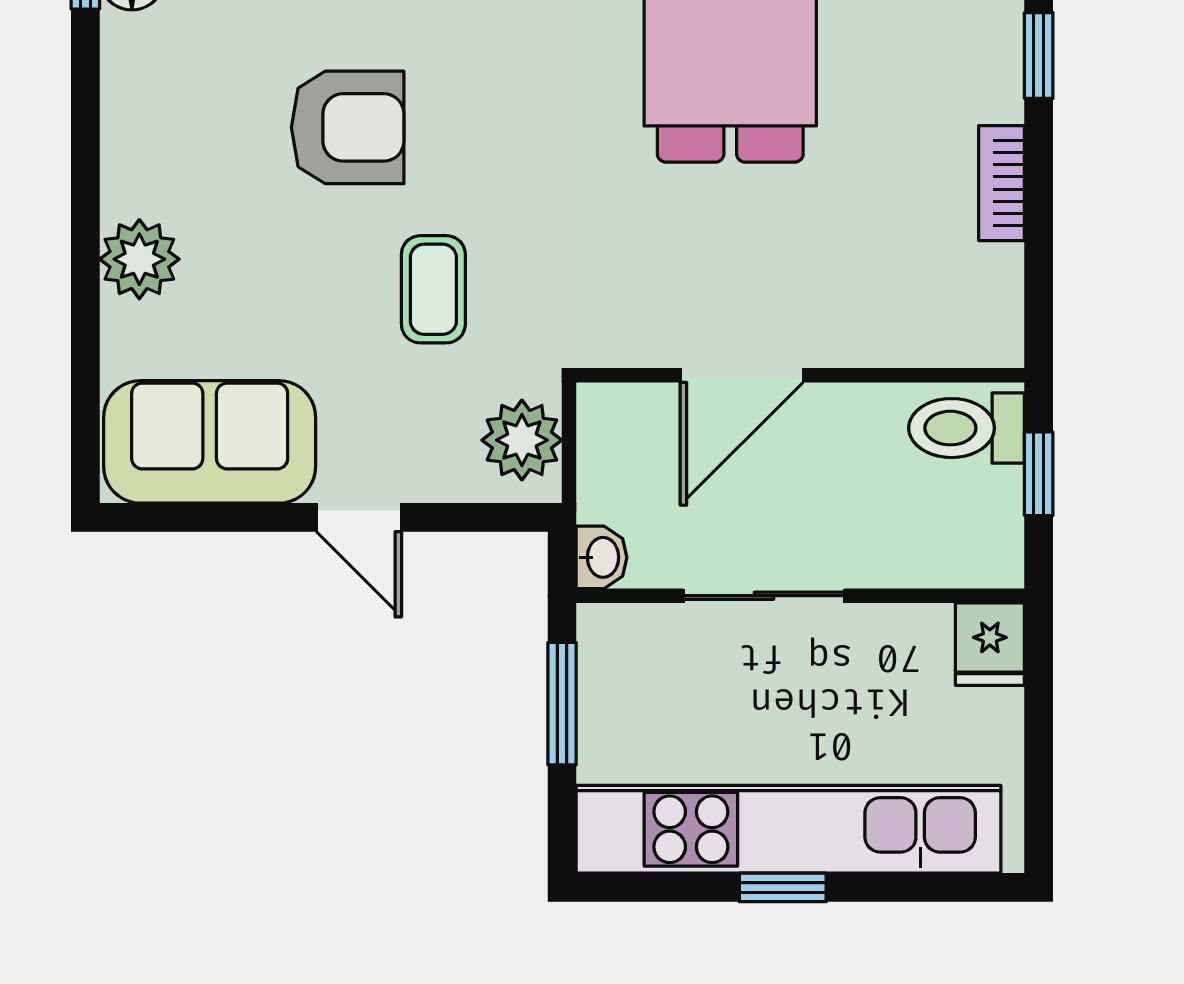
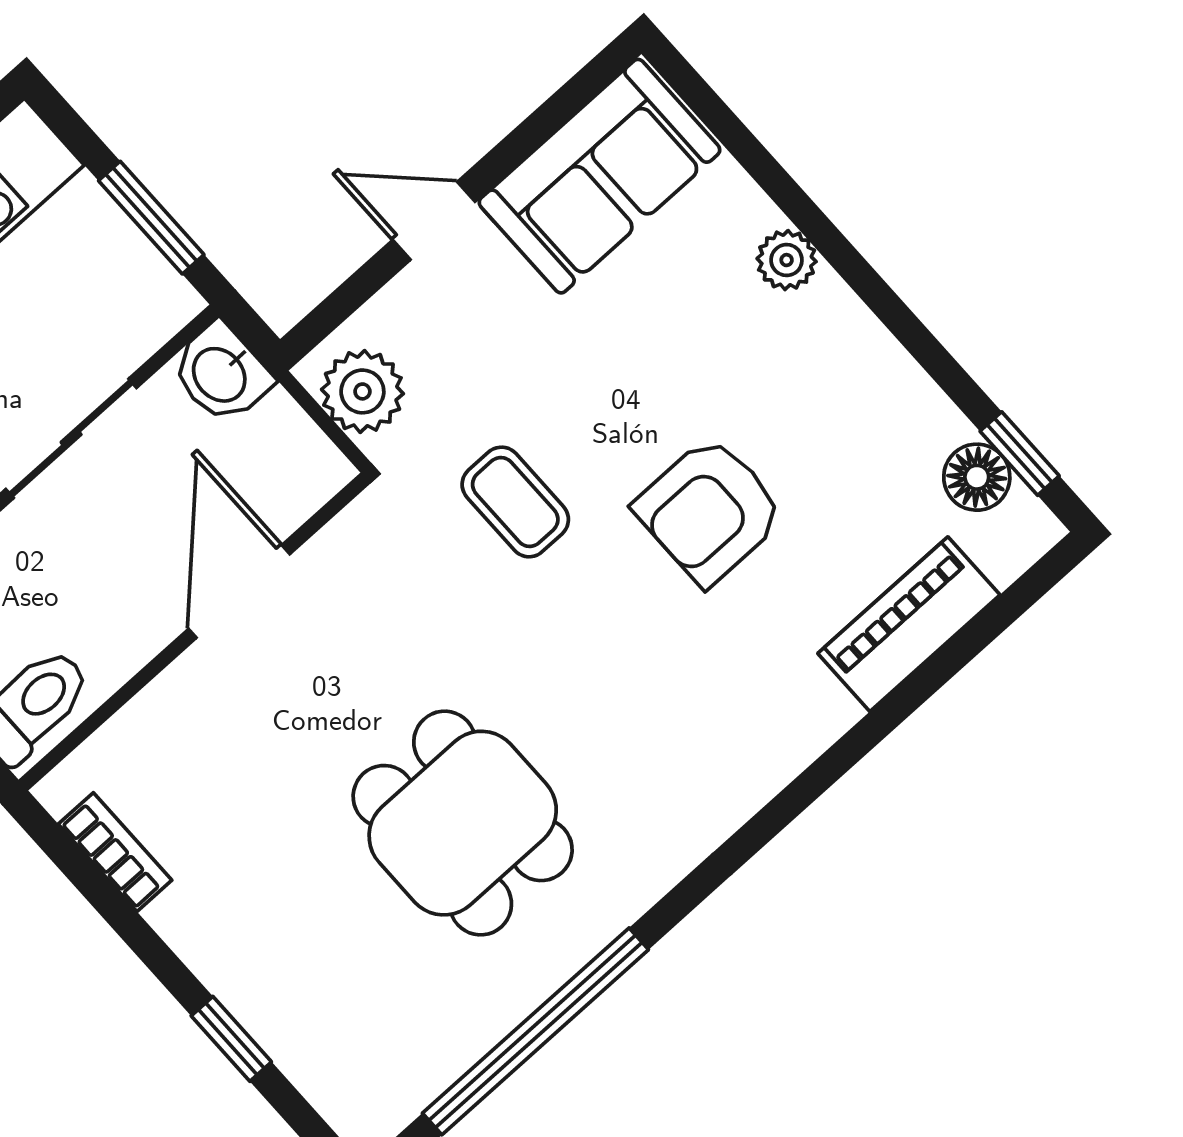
bookcase: (1001, 183) -> (115, 852), moved
plant: (139, 259) -> (787, 260), width x0.73, depth x0.73
coffee table: (433, 289) -> (515, 502), moved
washbasin: (601, 557) -> (221, 373), width x1.38, depth x1.45

